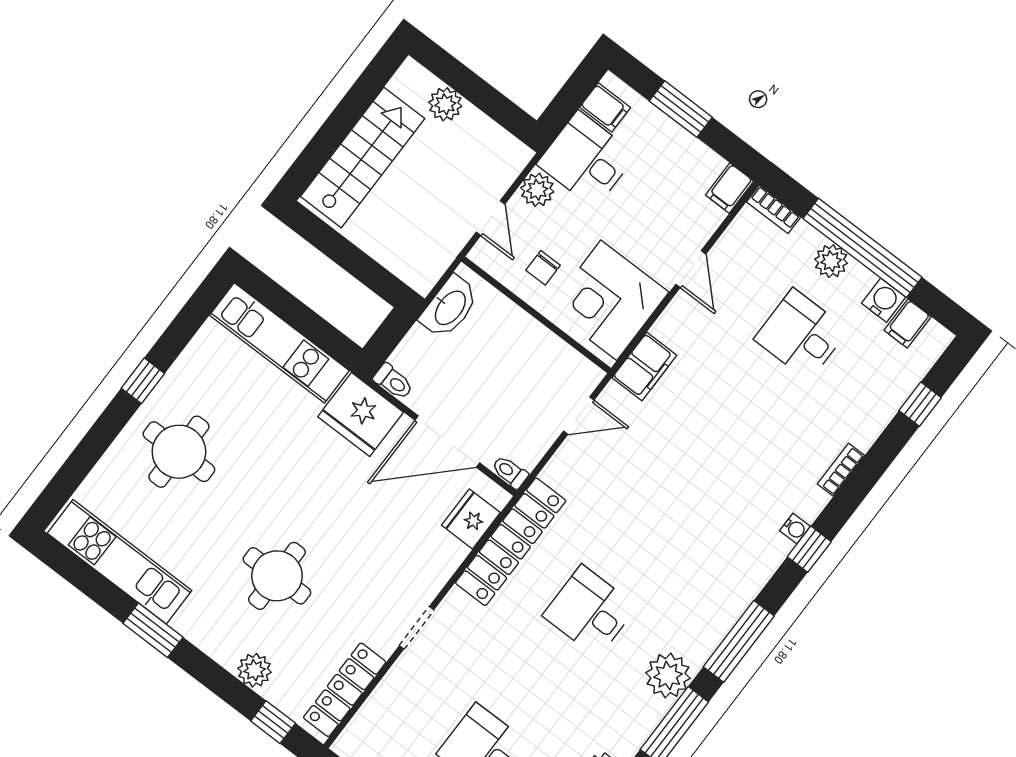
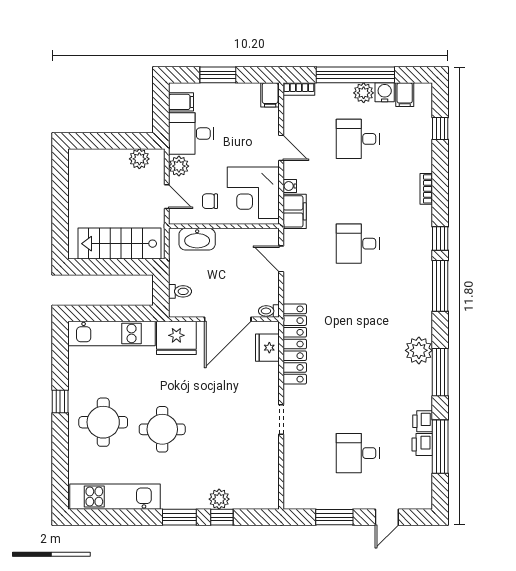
plant: (445, 104) -> (139, 159), moved
stairs: (363, 157) -> (119, 244), moved, turned -90
plant: (831, 261) -> (364, 93), moved
chair: (543, 268) -> (210, 201), turned 90
washbasin: (449, 307) -> (197, 239), moved, turned 90
toilet: (393, 382) -> (180, 291), moved
door: (579, 416) -> (281, 259), swing flipped
water cooler: (795, 529) -> (290, 186), moved, turned 180
round table: (277, 576) -> (162, 429), moved
desk: (590, 611) -> (358, 244), moved
window: (153, 630) -> (179, 517), moved
window: (739, 641) -> (440, 286), moved
locker: (345, 690) -> (269, 475), removed
window: (273, 722) -> (222, 517), moved

